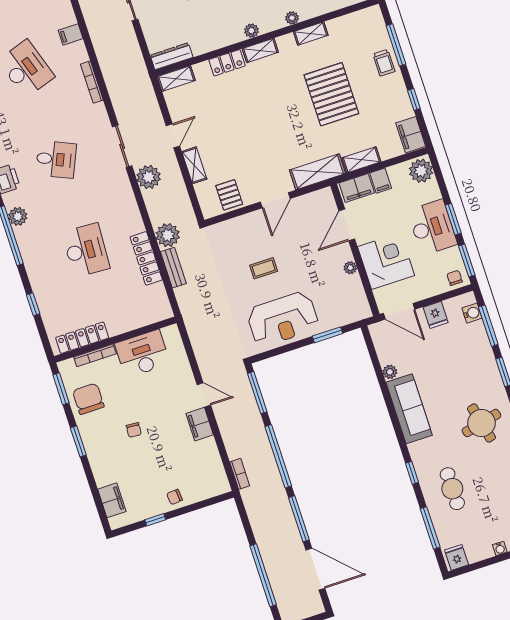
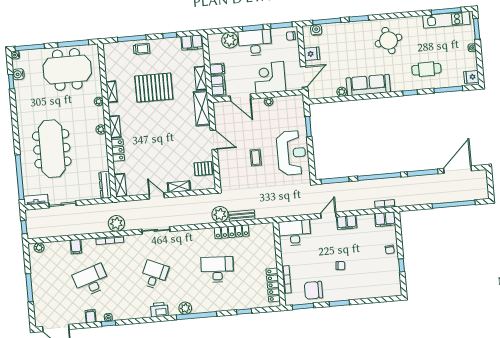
plant: (421, 171) -> (230, 40), moved
plant: (149, 177) -> (116, 223), moved
desk: (142, 354) -> (295, 233), moved, turned 90
filing cabinet: (112, 500) -> (385, 219), moved, turned 180

